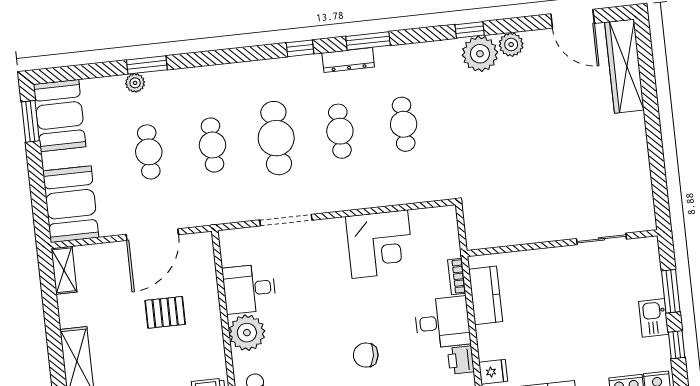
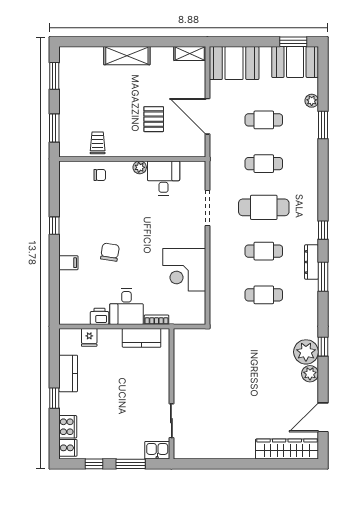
plant: (135, 83) -> (312, 101), moved
kitchen sink: (654, 318) -> (157, 450), moved
plant: (247, 333) -> (140, 167), width x0.53, depth x0.53

